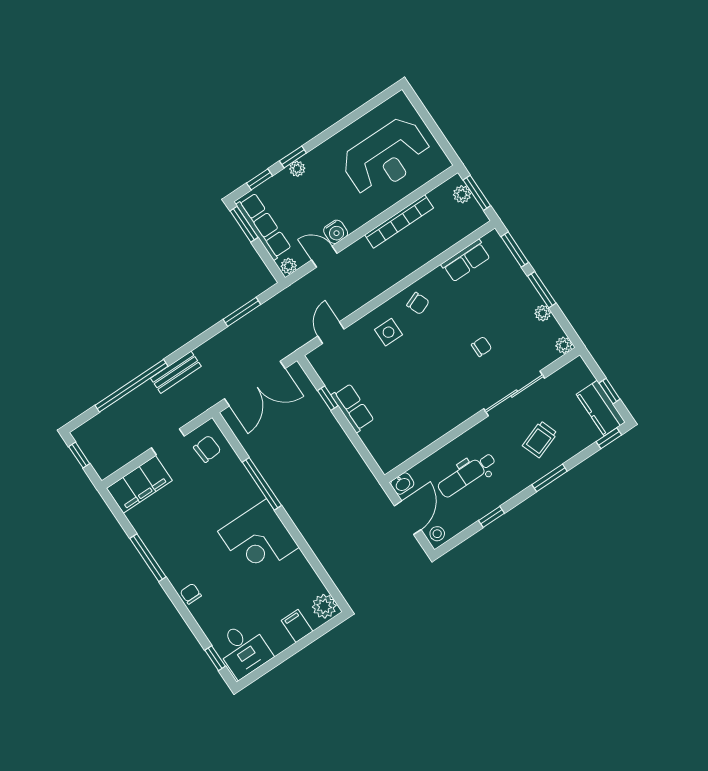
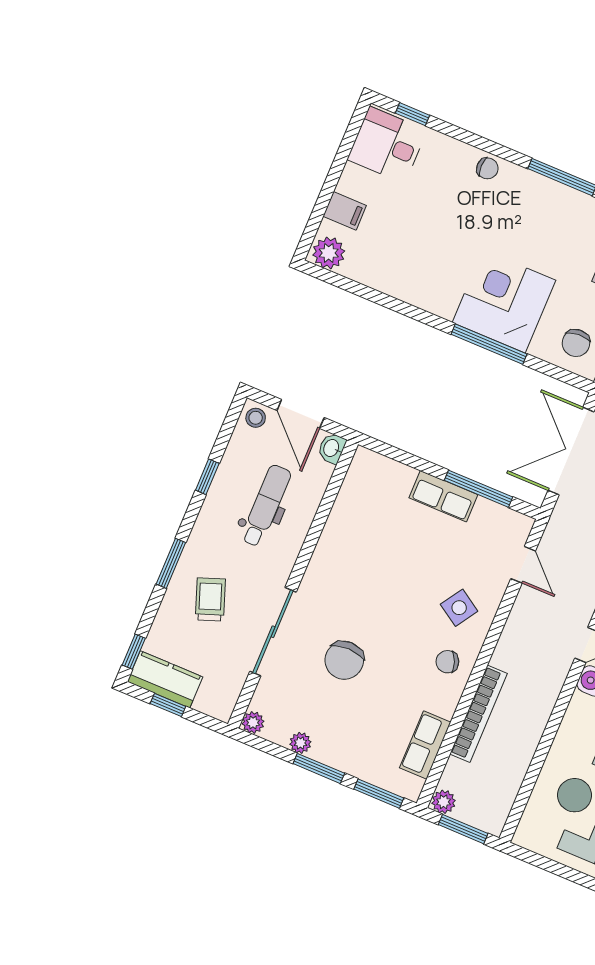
plant: (462, 194) -> (444, 802), moved
bookcase: (399, 221) -> (479, 714), moved, turned 180
side table: (389, 332) -> (459, 608), turned 33
chair: (482, 347) -> (344, 660), width x1.87, depth x1.87
window: (328, 398) -> (478, 489), width x2.17
corner desk: (258, 539) -> (504, 301), moved

